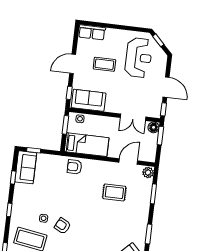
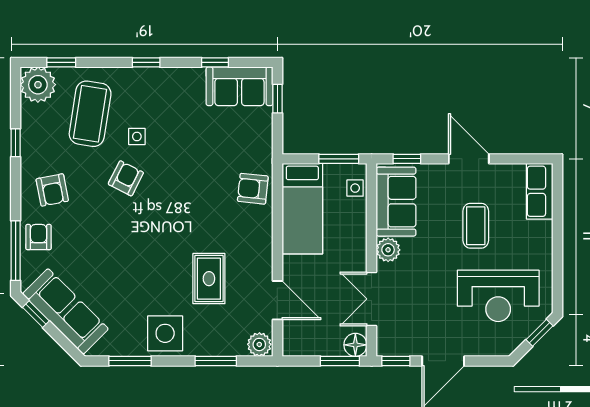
plant: (111, 107) -> (388, 250), added
armchair: (75, 167) -> (253, 189), turned -84
side table: (138, 216) -> (165, 333), added

